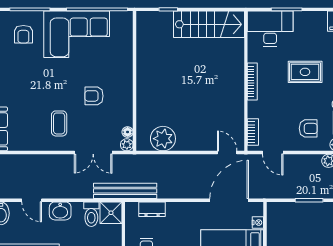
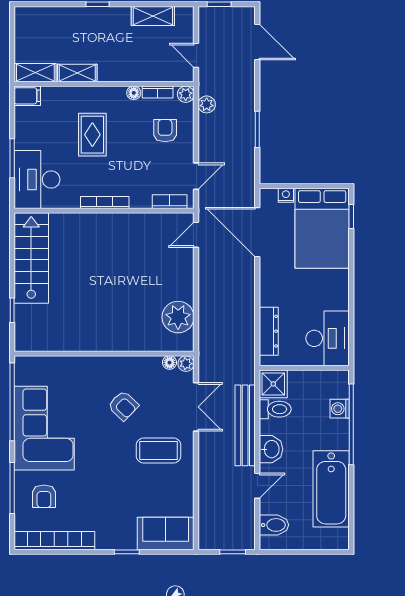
armchair: (23, 34) -> (44, 496), turned 90
armchair: (94, 96) -> (123, 406), turned -46
coffee table: (59, 123) -> (159, 451), width x1.36, depth x1.30
bench: (125, 191) -> (245, 425), moved
dresser: (152, 209) -> (269, 331), width x1.44

